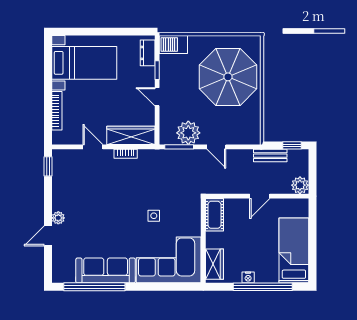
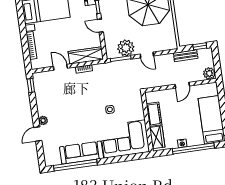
cot: (214, 215) -> (154, 114), moved

